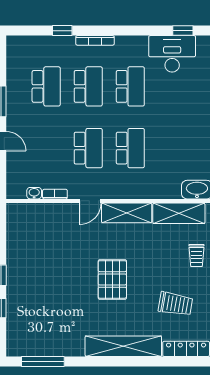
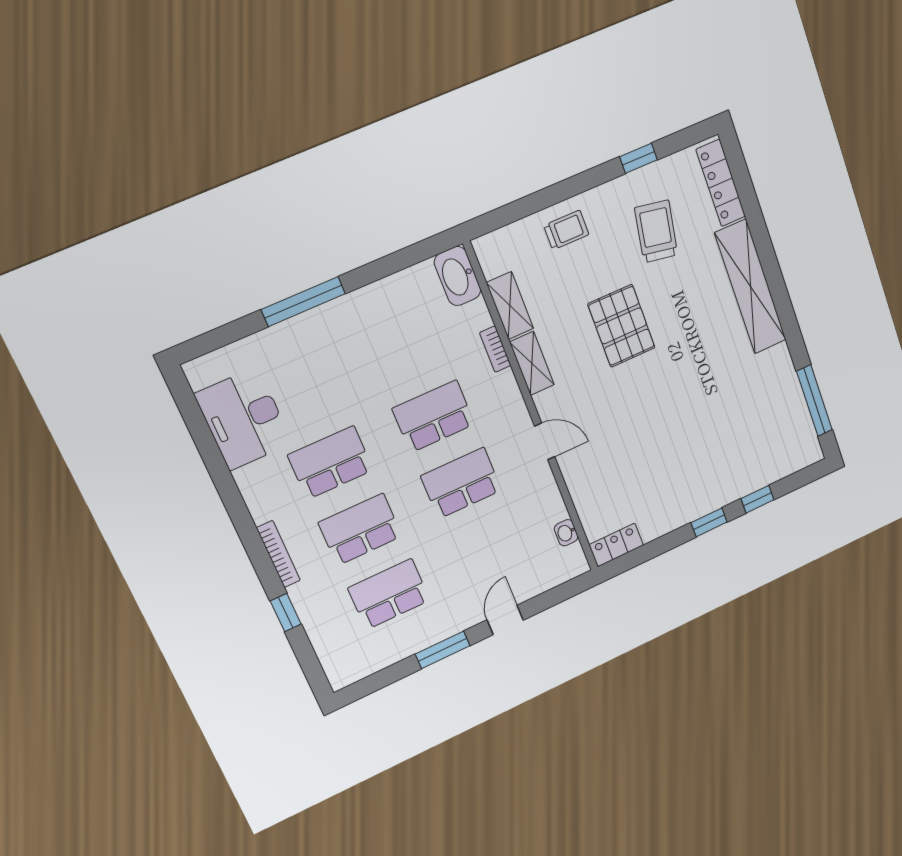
window: (183, 31) -> (194, 419), removed
bookcase: (55, 194) -> (495, 349), moved
shelving: (127, 213) -> (532, 363), width x0.67, depth x0.75
shelving: (179, 213) -> (510, 306), width x0.67, depth x0.75
locker: (14, 218) -> (616, 545), added
pallet: (112, 279) -> (622, 326), moved, turned 90

